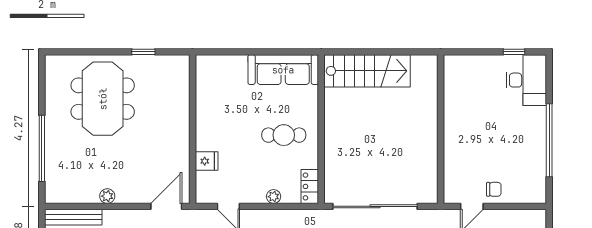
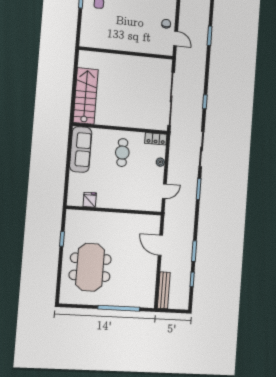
meeting table: (103, 99) -> (90, 267), turned 90
fridge: (207, 161) -> (90, 200), moved
plant: (107, 196) -> (152, 268), removed
door: (166, 206) -> (160, 245), moved

